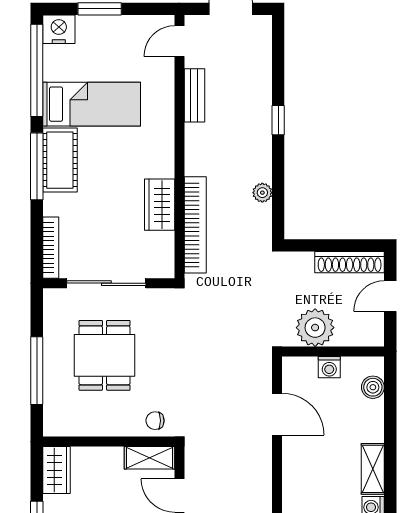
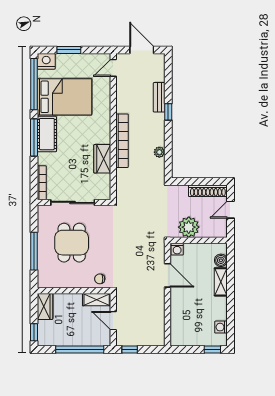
bench: (194, 95) -> (159, 97), moved
bed: (92, 104) -> (64, 97), width x1.50
bookcase: (195, 225) -> (122, 141), moved
washing machine: (329, 367) -> (177, 249), moved
shelving: (373, 469) -> (221, 282), moved

